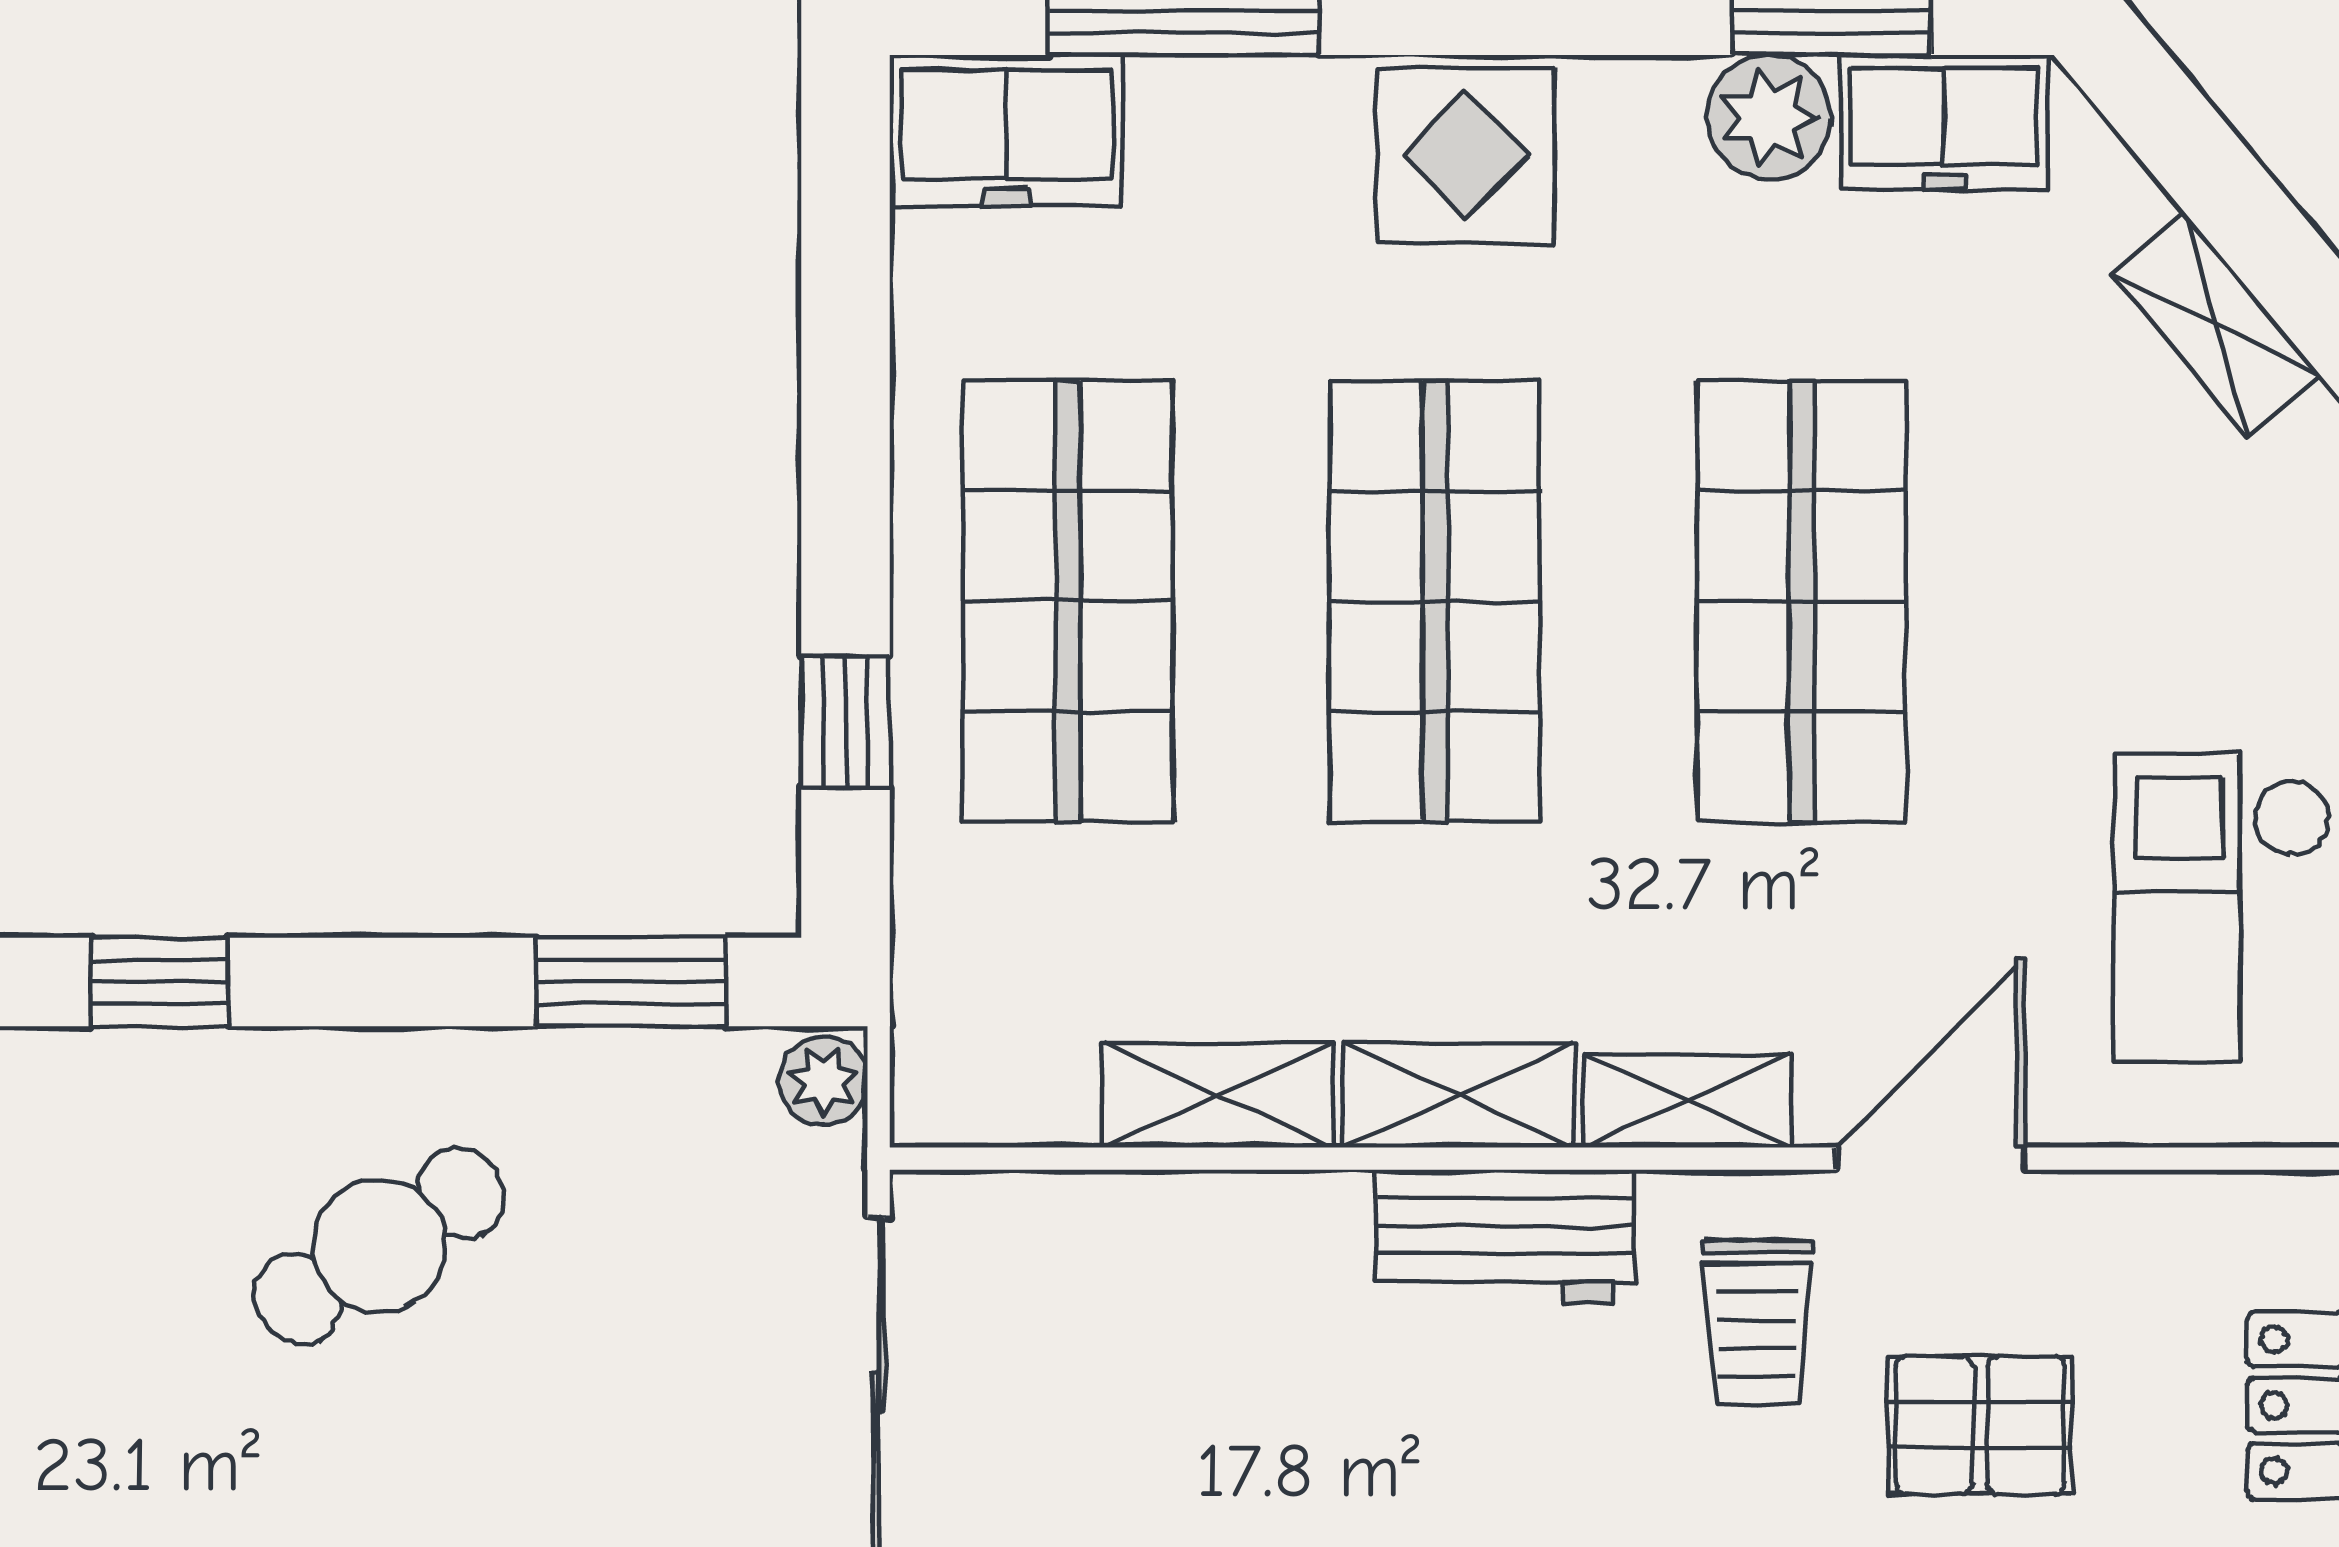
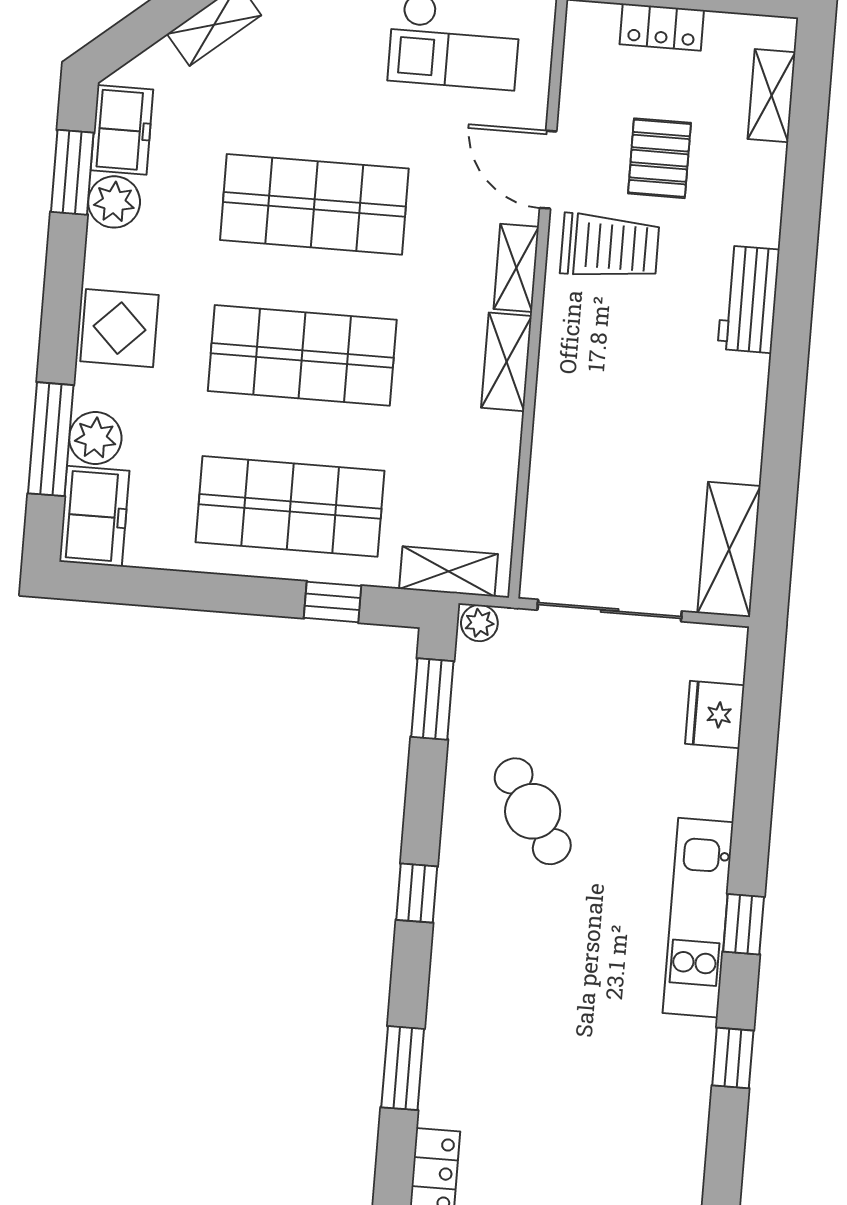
plant: (1195, 118) -> (95, 438), added
shelving: (1218, 1095) -> (448, 571), moved, turned 90
workbench: (1505, 1237) -> (566, 348), removed
trolley: (1757, 1322) -> (610, 247), width x1.36, depth x1.39

